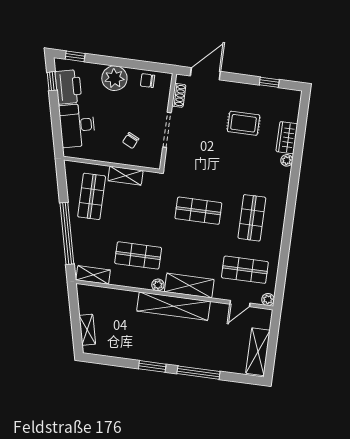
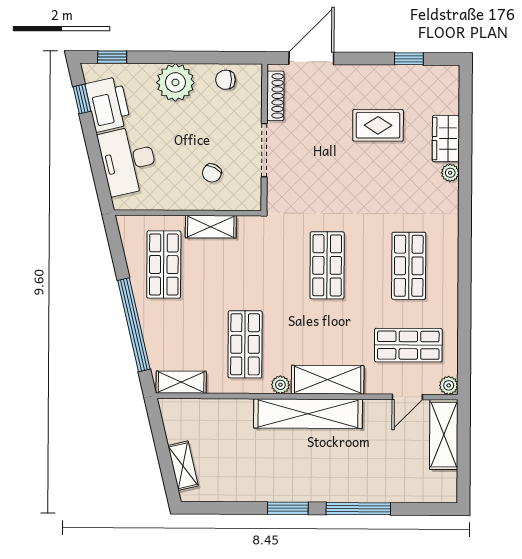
shoe rack: (179, 95) -> (275, 96), width x1.43
shop shelf: (198, 211) -> (327, 265), turned 90
shop shelf: (138, 255) -> (245, 344), turned 90
shelving: (258, 352) -> (444, 435), moved

